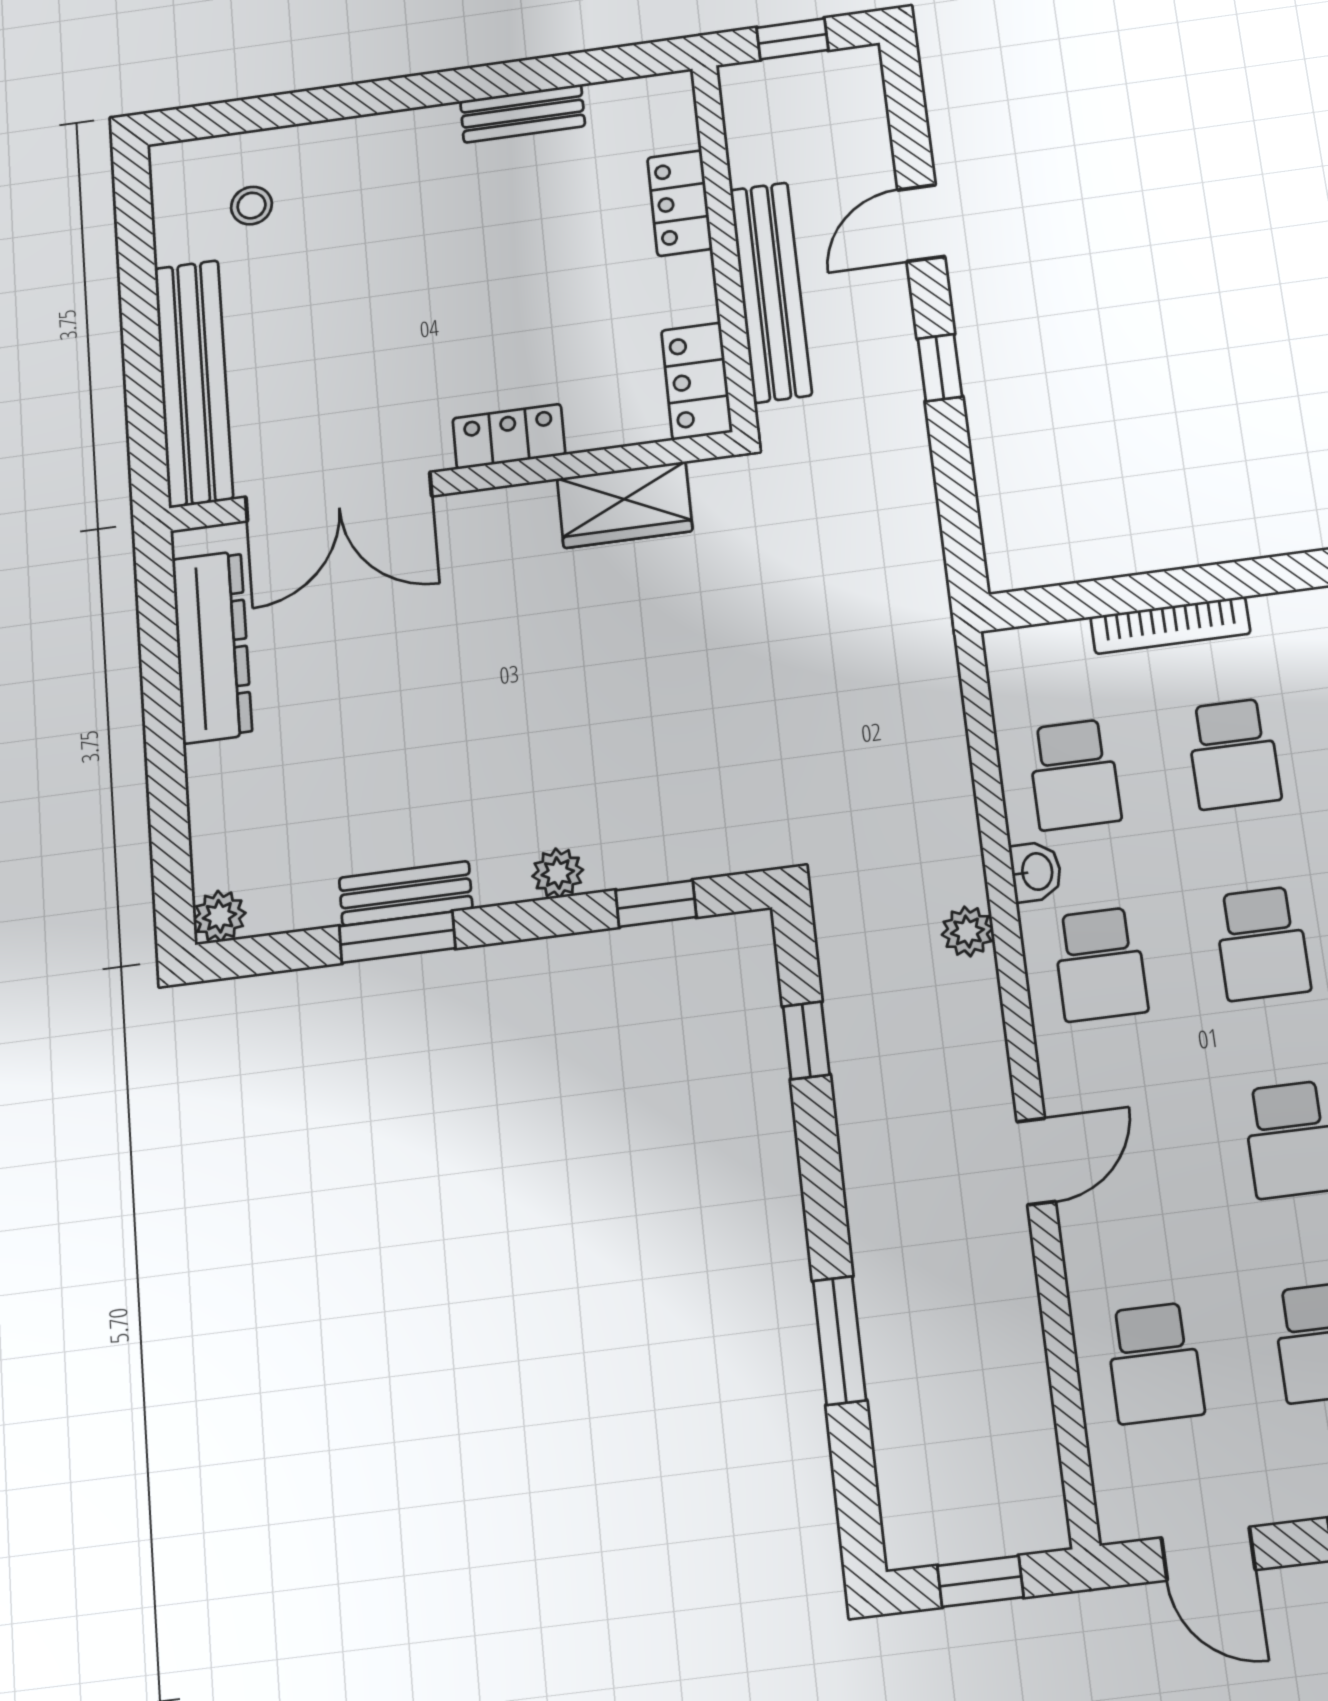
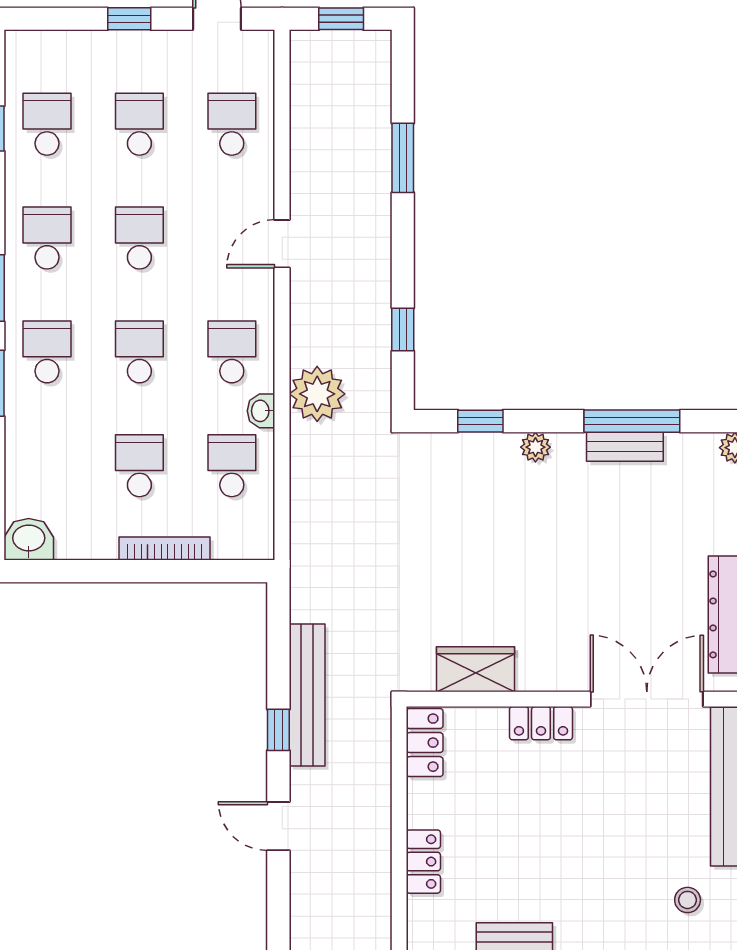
door: (921, 223) -> (278, 826), swing flipped
bench: (771, 292) -> (307, 695), moved
plant: (967, 931) -> (317, 394), width x1.87, depth x1.87
window: (397, 937) -> (632, 421), width x1.44

